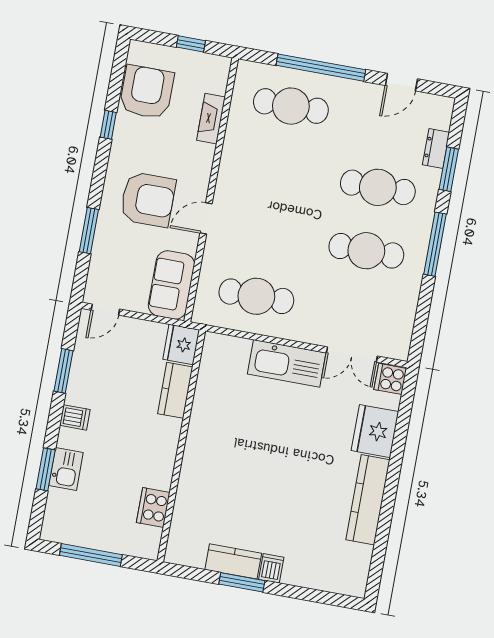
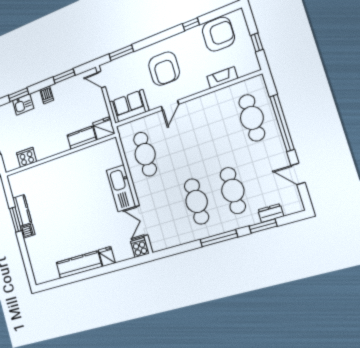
door: (206, 218) -> (170, 105), swing flipped
window: (89, 231) -> (121, 53), moved
fridge: (375, 431) -> (107, 256), width x0.53, depth x0.75

